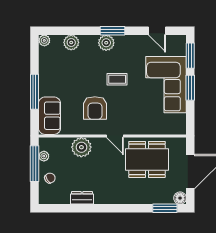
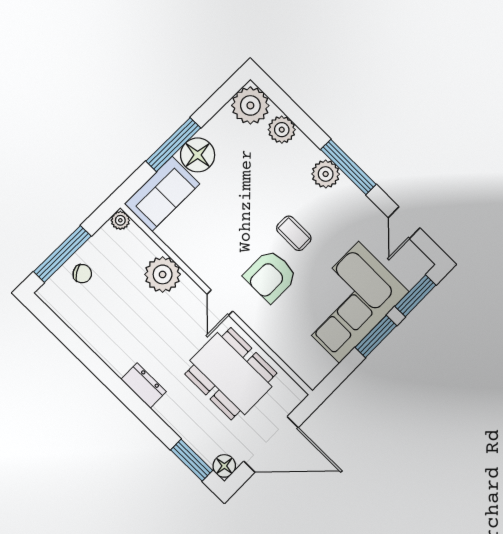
window: (113, 31) -> (348, 167), width x1.44
plant: (44, 40) -> (250, 105), width x1.87, depth x1.87
floor lamp: (48, 86) -> (198, 155), added
armchair: (95, 108) -> (270, 276), moved
plant: (44, 156) -> (120, 220), moved
window: (35, 164) -> (62, 254), moved
dresser: (82, 198) -> (144, 385), moved

